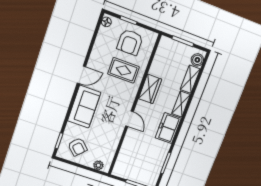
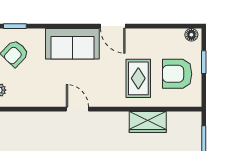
wardrobe: (150, 89) -> (148, 122), moved
door: (129, 119) -> (77, 109), swing flipped

